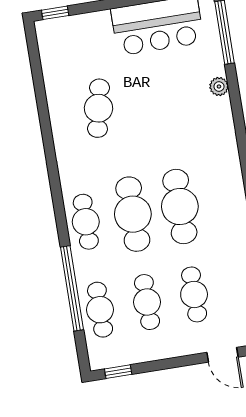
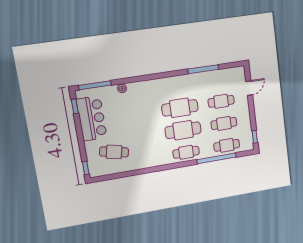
cafe table: (98, 108) -> (114, 152), moved

